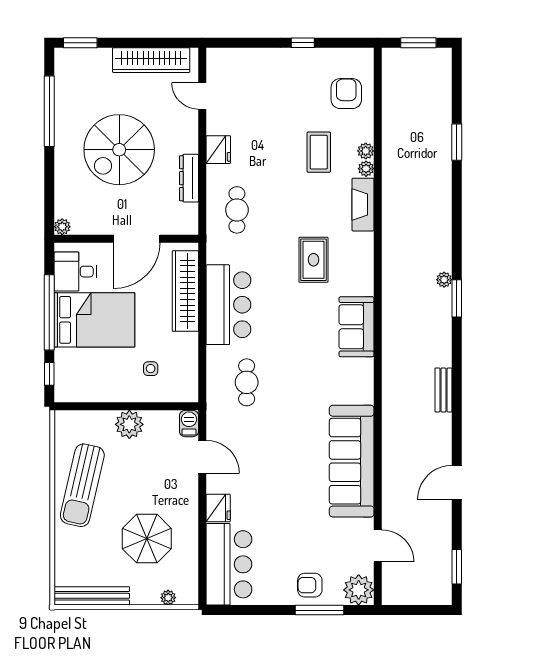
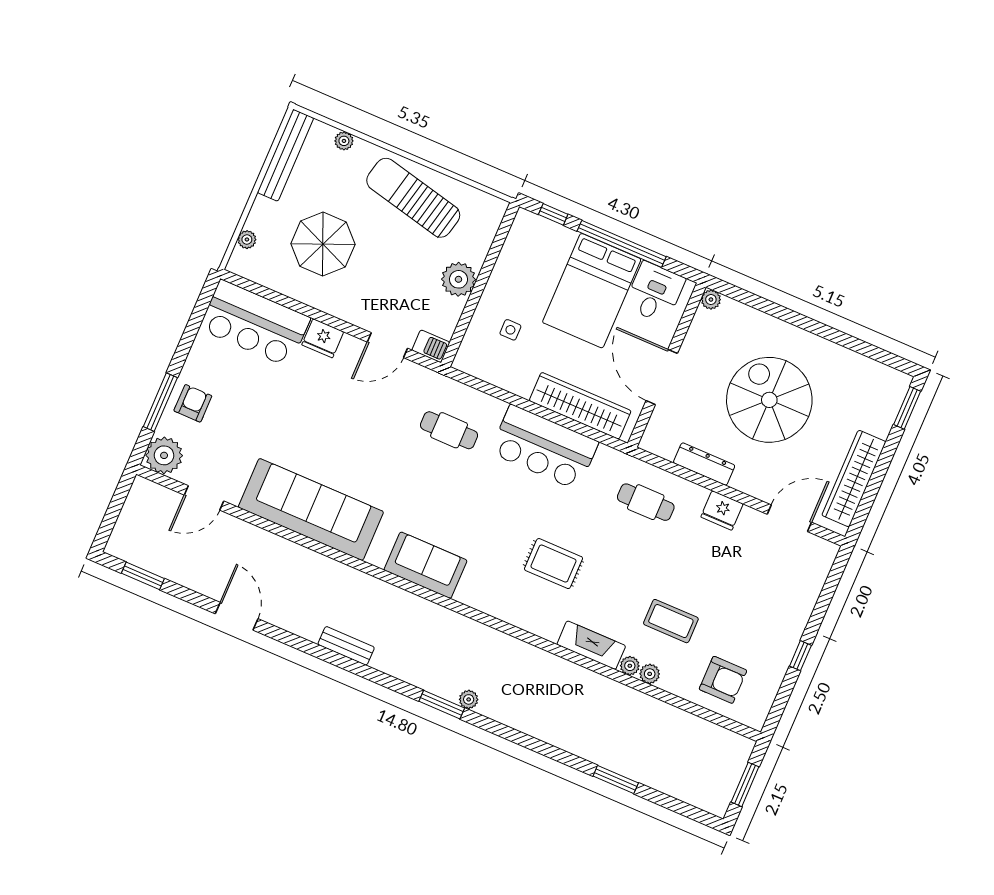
door: (202, 96) -> (789, 518), width x1.38
window: (49, 111) -> (846, 340), removed
sofa: (356, 327) -> (426, 565), moved
plant: (62, 556) -> (344, 141), added

